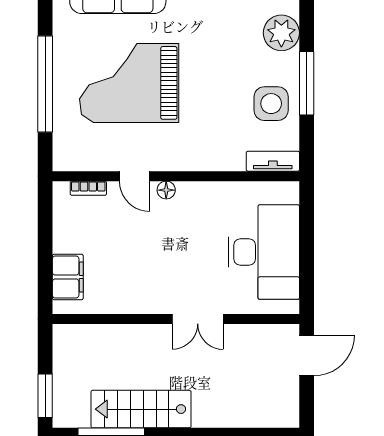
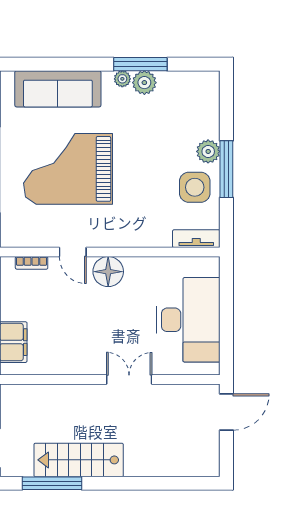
plant: (281, 33) -> (208, 151), moved, width x0.73, depth x0.73
floor lamp: (166, 190) -> (108, 272), width x1.89, depth x1.89
double door: (198, 319) -> (129, 380), swing flipped

